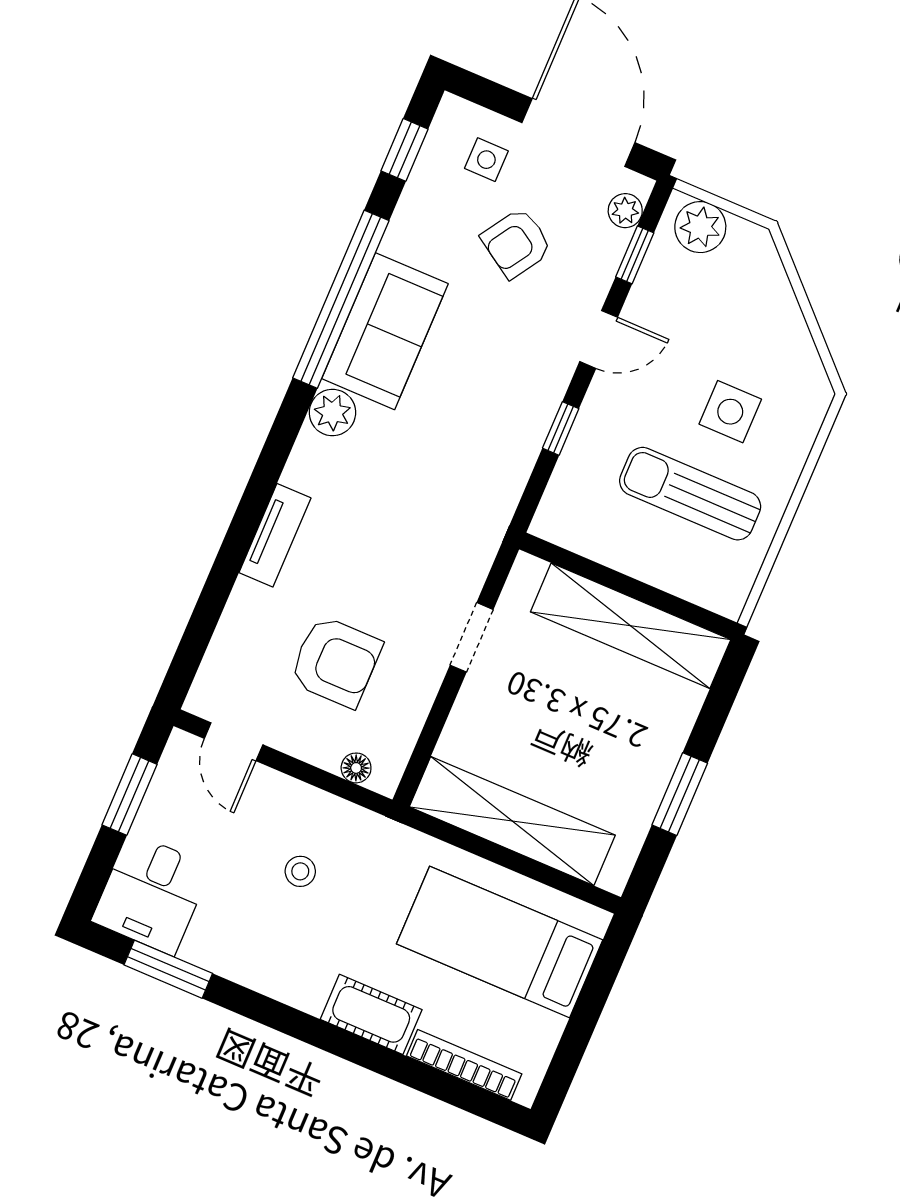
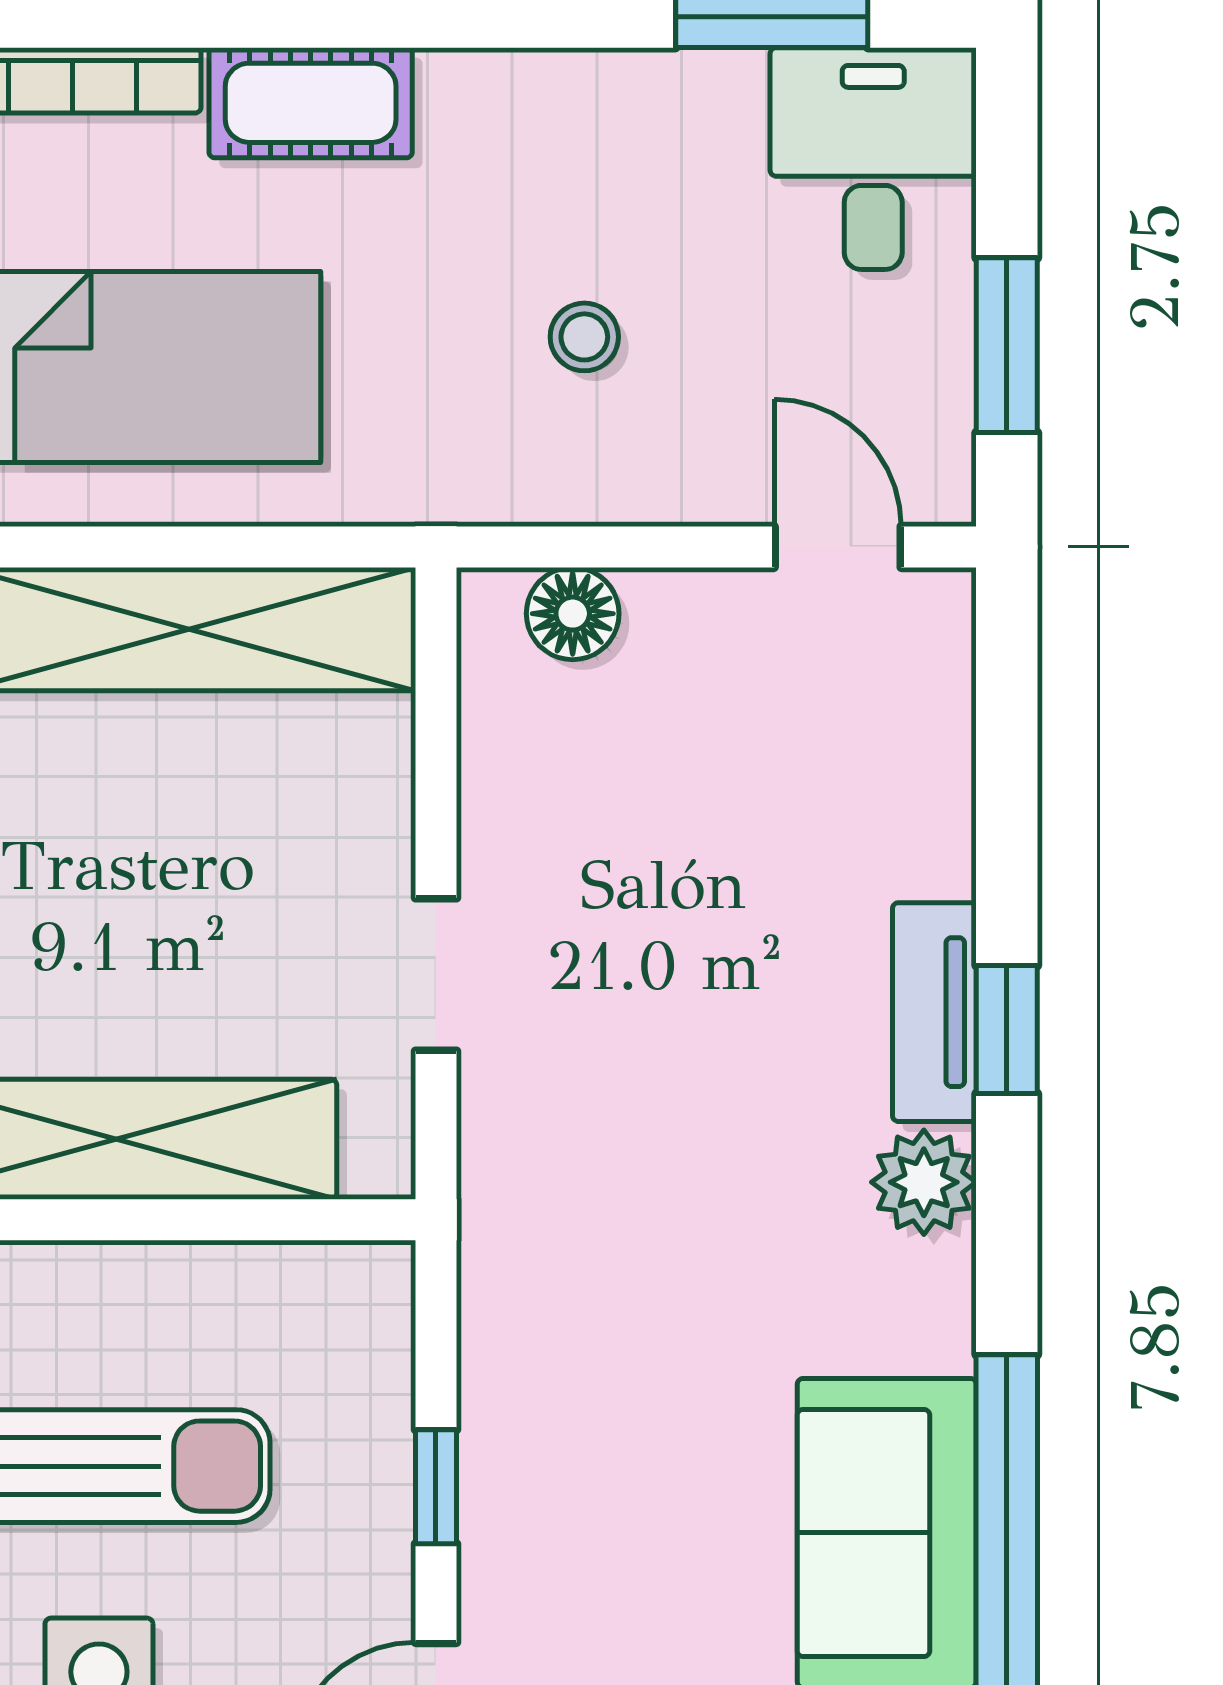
plant: (332, 413) -> (924, 1182), moved
window: (249, 516) -> (1007, 1030), added
armchair: (336, 662) -> (697, 804), removed
floor lamp: (356, 768) -> (573, 614), width x1.37, depth x1.37

